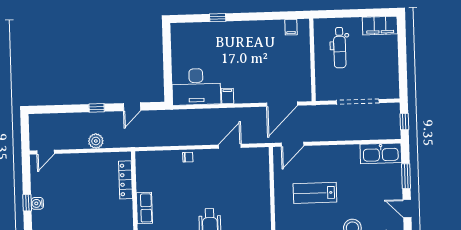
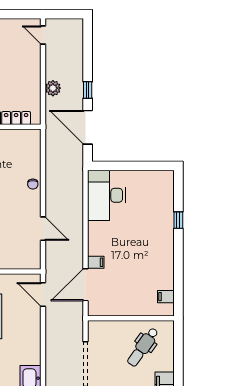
dental chair: (340, 48) -> (143, 347), turned -55
filing cabinet: (227, 96) -> (96, 262), moved
door: (282, 104) -> (85, 285), hinge flipped
door: (132, 107) -> (88, 127), width x1.88

